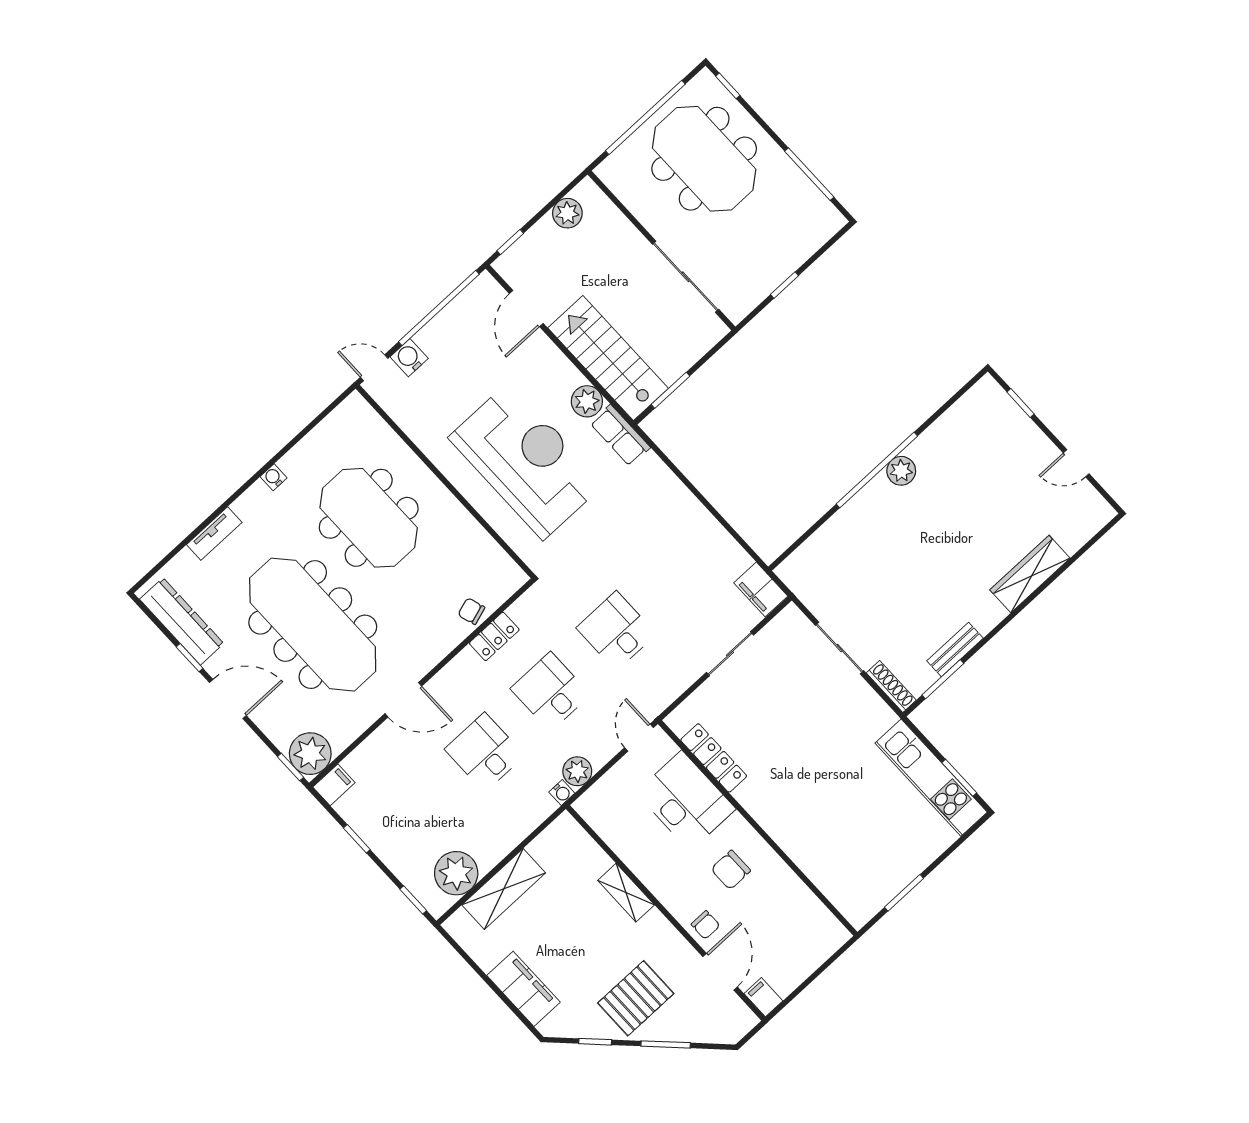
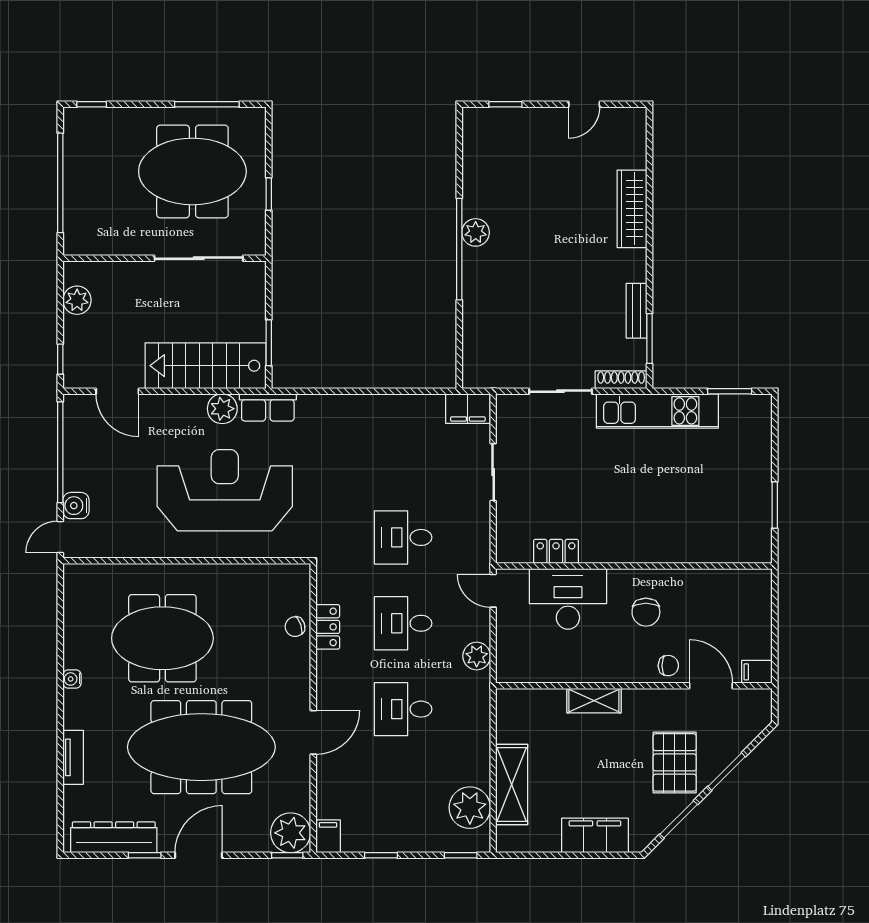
meeting table: (704, 159) -> (192, 171), moved
locker: (714, 758) -> (556, 551), width x0.66
kitchen unit: (931, 778) -> (657, 411), moved
water cooler: (562, 793) -> (482, 681), removed
window: (595, 1042) -> (679, 819), width x1.50

